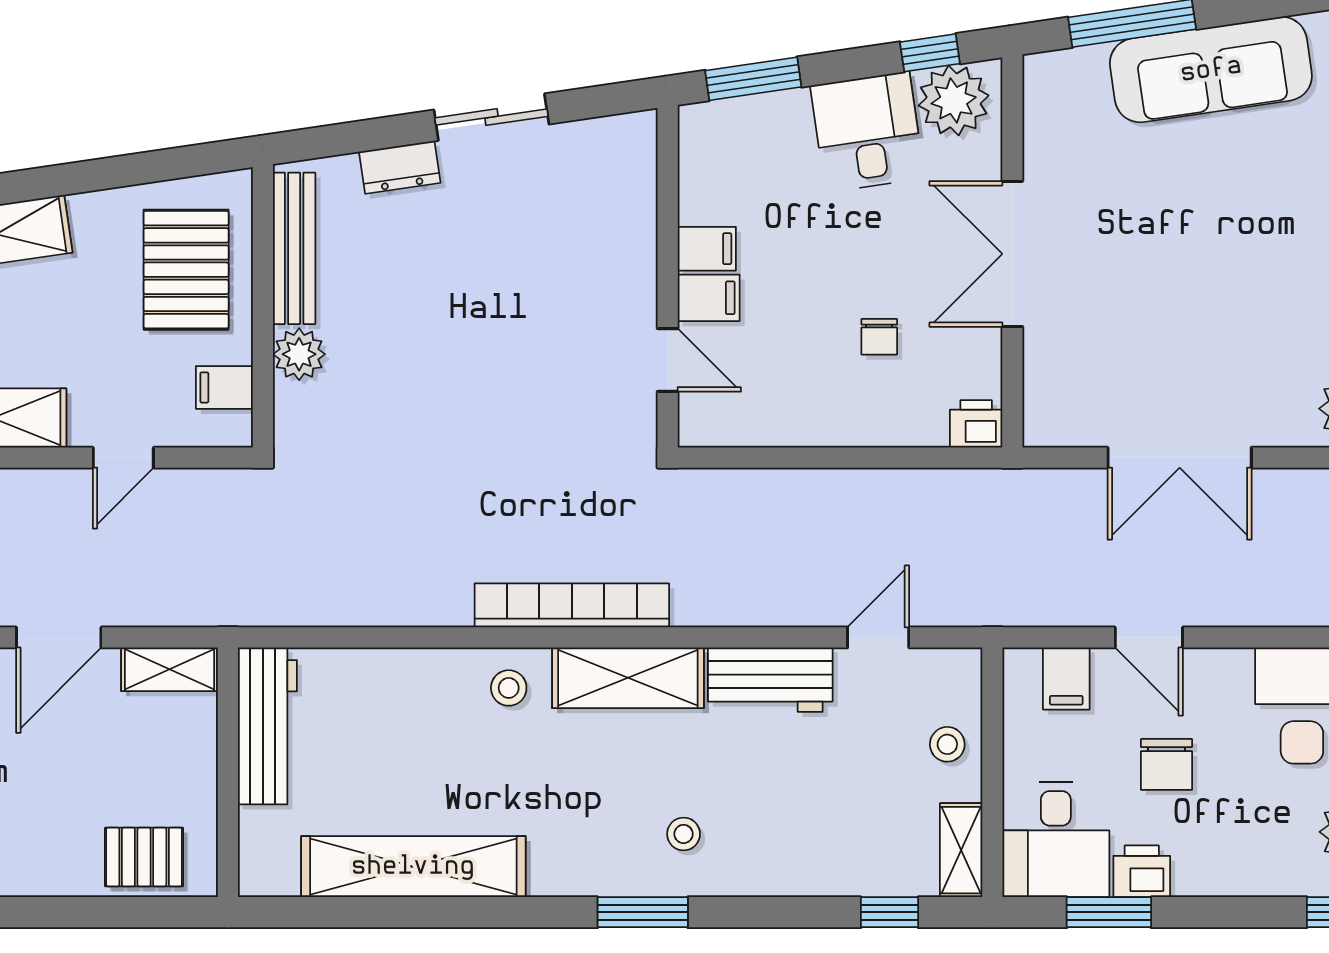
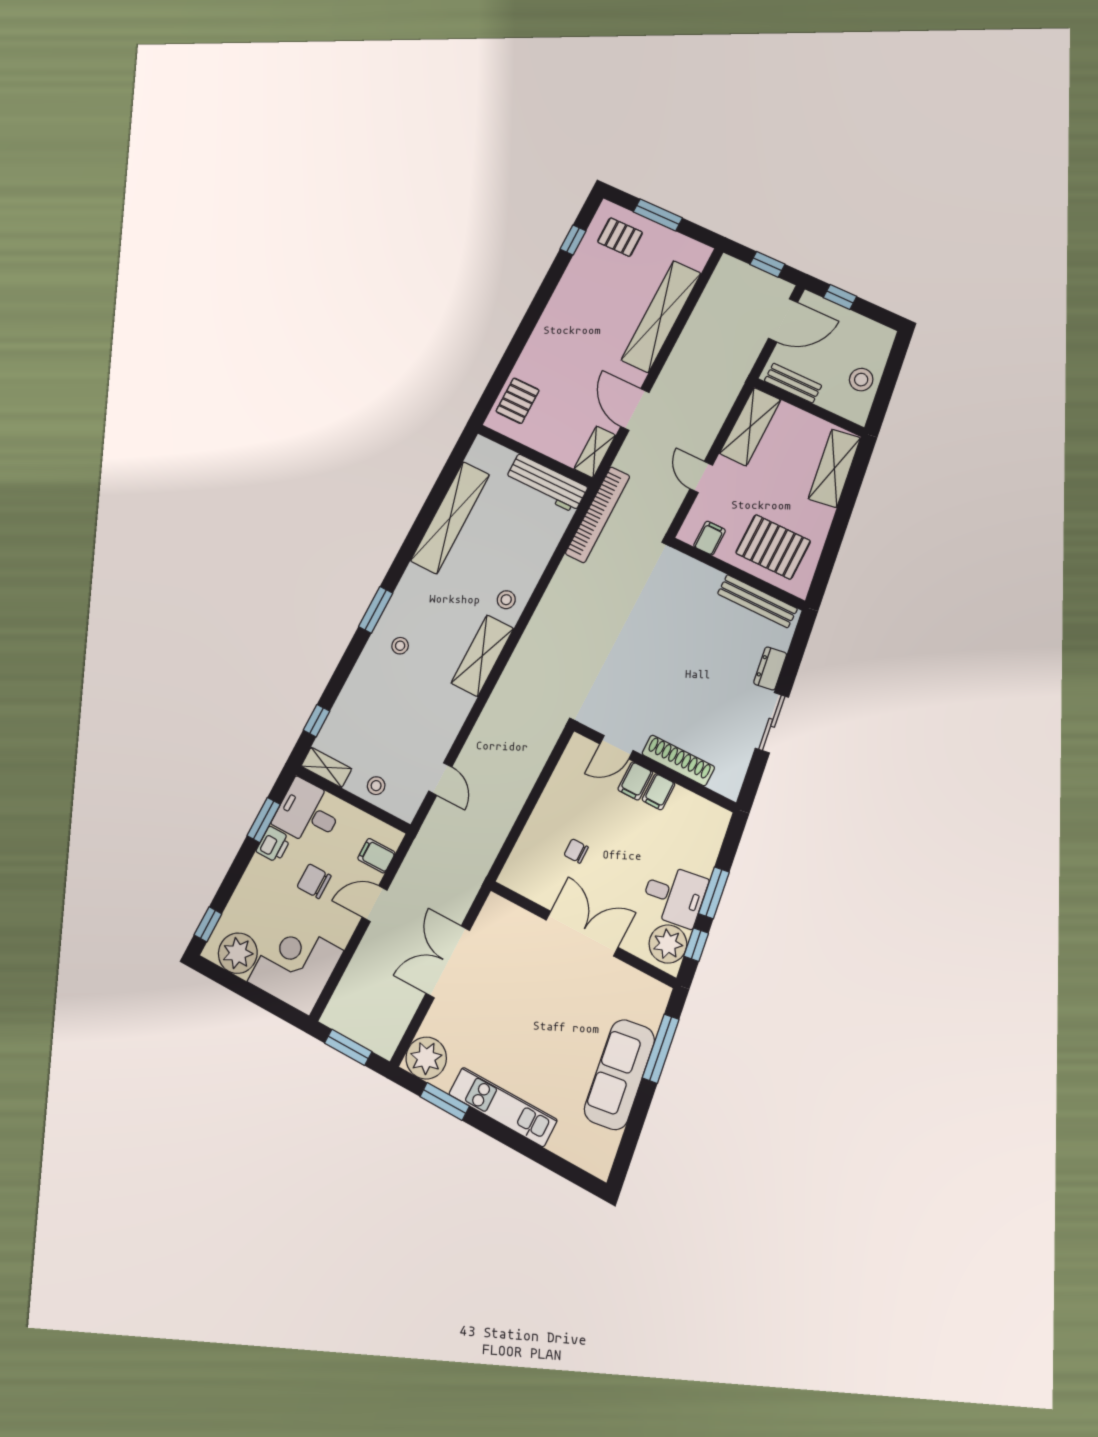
window: (753, 79) -> (714, 893), moved
shoe rack: (636, 243) -> (678, 760), added
plant: (299, 354) -> (707, 579), removed
printer: (976, 424) -> (513, 875), removed
bookcase: (572, 605) -> (598, 515), moved
workbench: (770, 680) -> (447, 720), removed

